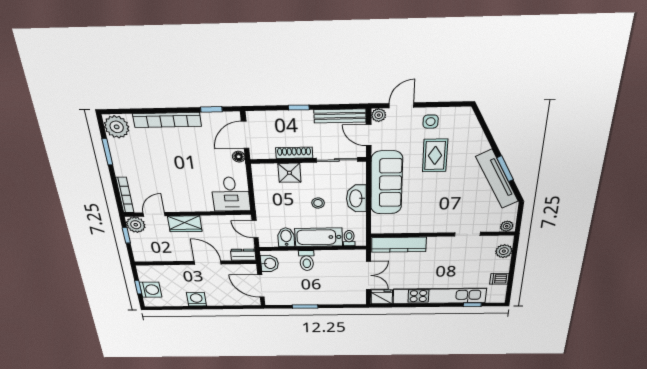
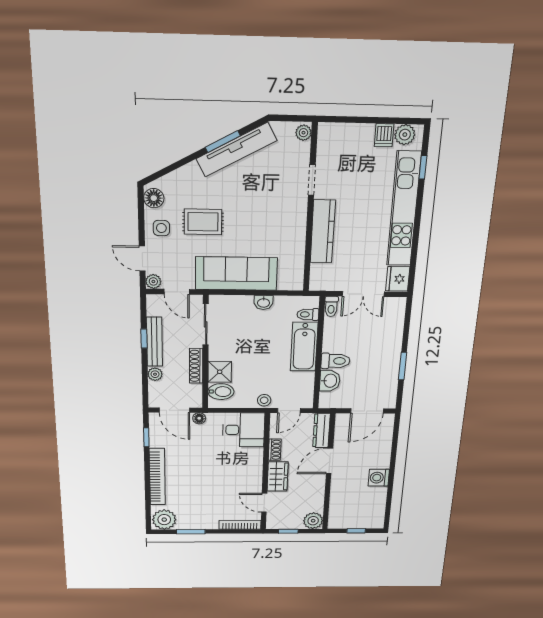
window: (299, 108) -> (144, 339), moved
floor lamp: (459, 115) -> (154, 198), added
bench: (340, 116) -> (154, 342), moved
plant: (283, 117) -> (155, 374), added
door: (369, 135) -> (177, 292), hinge flipped
washbasin: (356, 198) -> (263, 303), width x0.52, depth x0.69
stool: (318, 203) -> (264, 400), moved
shoe rack: (213, 220) -> (275, 450), added
plant: (136, 225) -> (313, 521), moved
bidet: (286, 237) -> (221, 392), moved, turned 180
kitchen counter: (399, 245) -> (323, 232), moved
plant: (504, 251) -> (405, 135), moved
toilet: (357, 254) -> (331, 307), added
dresser: (243, 255) -> (321, 430), width x1.44
washbasin: (270, 263) -> (330, 381), moved, turned 90
double door: (368, 275) -> (363, 294), swing flipped
washing machine: (151, 290) -> (361, 520), removed

